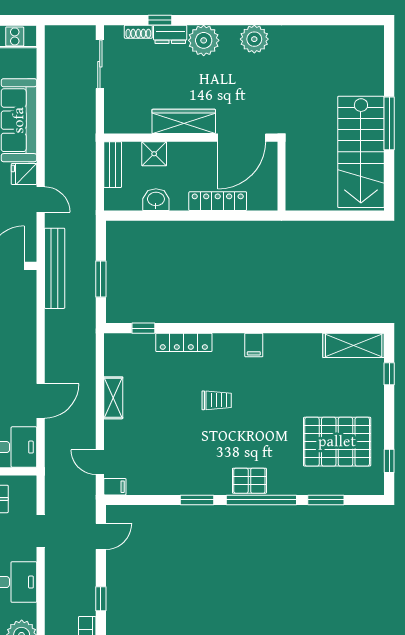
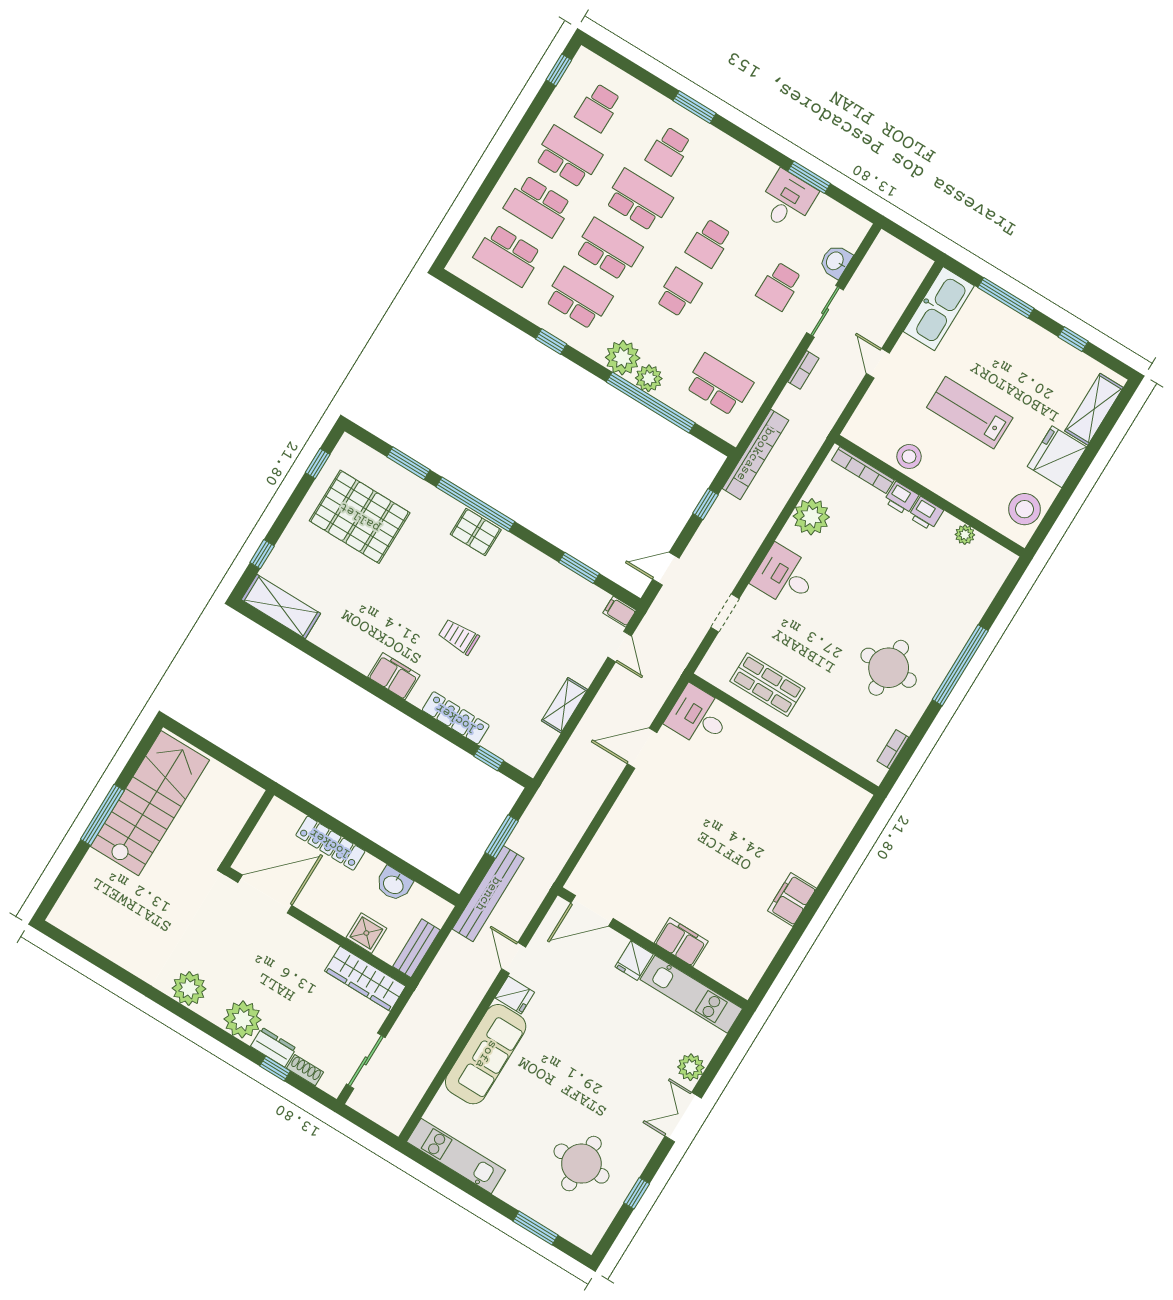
wardrobe: (184, 121) -> (365, 979), moved
bench: (55, 268) -> (488, 894), moved
filing cabinet: (254, 345) -> (394, 676), width x2.00
window: (197, 500) -> (579, 568), moved

